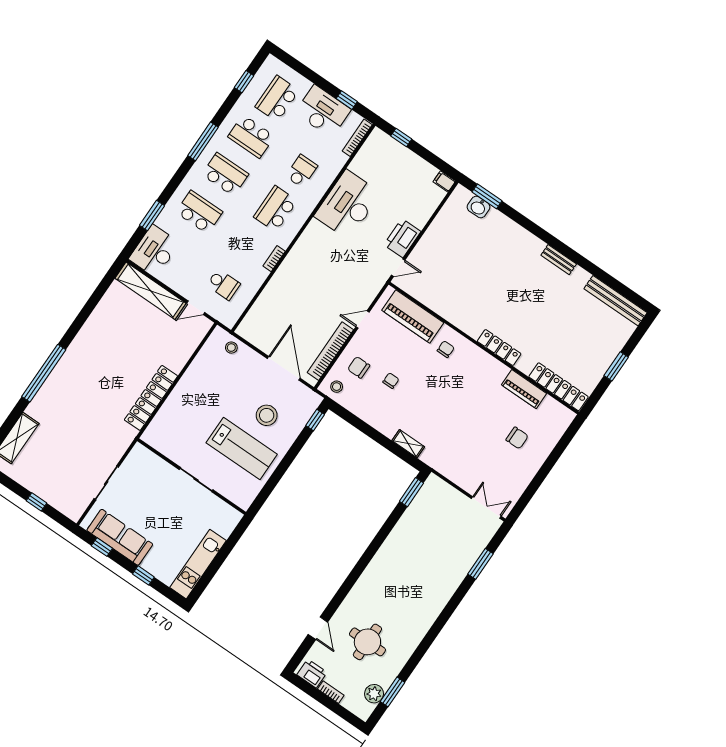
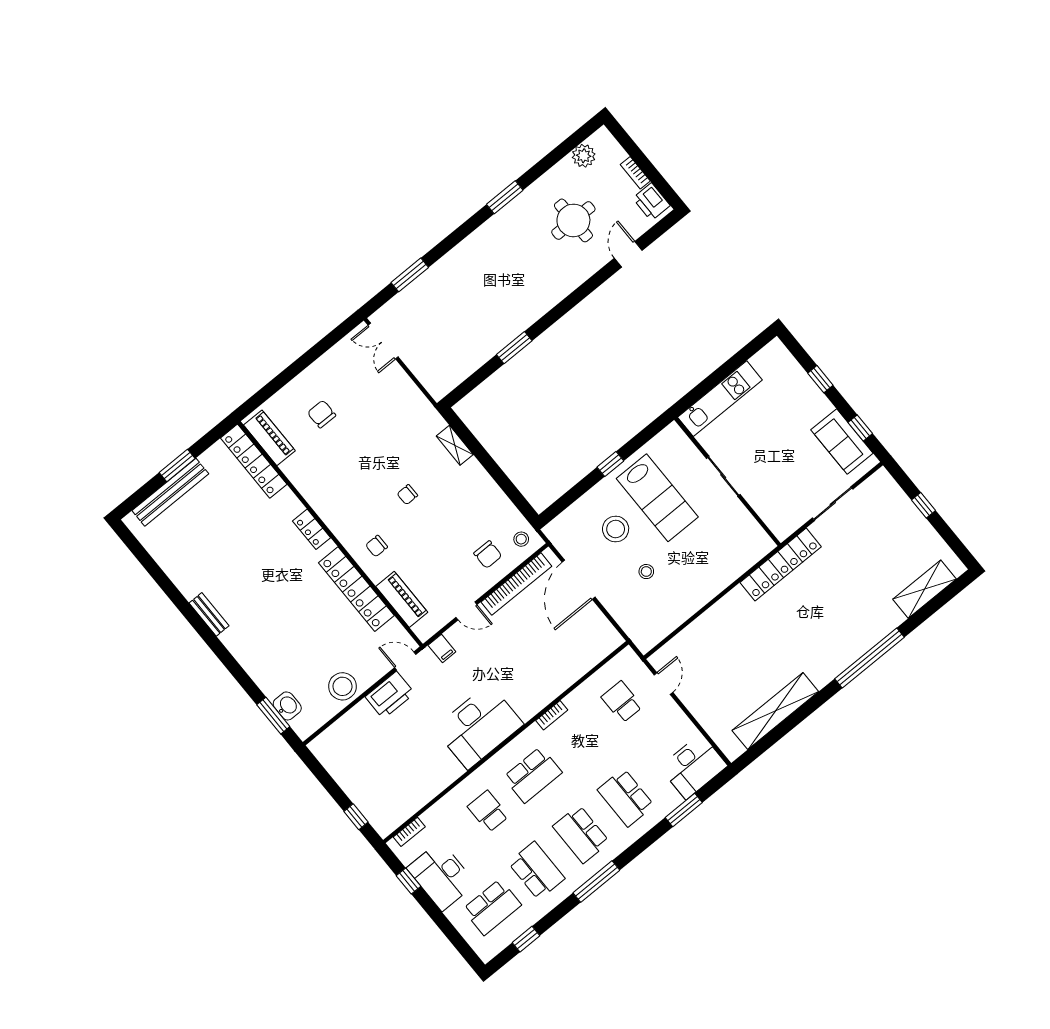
bookcase: (357, 138) -> (409, 832), width x0.64
school desk: (301, 171) -> (488, 811), turned 90
filing cabinet: (444, 181) -> (442, 648), moved
desk: (348, 205) -> (479, 726), moved
stool: (441, 234) -> (342, 686), added
shelving: (150, 291) -> (775, 711), moved, turned 90
bench: (616, 301) -> (170, 492), moved, turned 90
door: (196, 308) -> (664, 684), hinge flipped
locker: (452, 312) -> (356, 589), added
piano: (413, 317) -> (402, 599), width x0.73, depth x0.75
stool: (231, 348) -> (646, 572), moved
locker: (499, 348) -> (312, 529), width x0.66
chair: (391, 381) -> (407, 495), moved
piano: (524, 389) -> (269, 438), moved
locker: (151, 398) -> (781, 565), moved
window: (315, 420) -> (610, 464), moved
lab bench: (242, 449) -> (657, 498), turned 180
window: (412, 492) -> (514, 348), moved
sofa: (120, 537) -> (842, 441), width x0.73
kitchen unit: (198, 564) -> (720, 399), moved
window: (392, 692) -> (505, 197), moved

